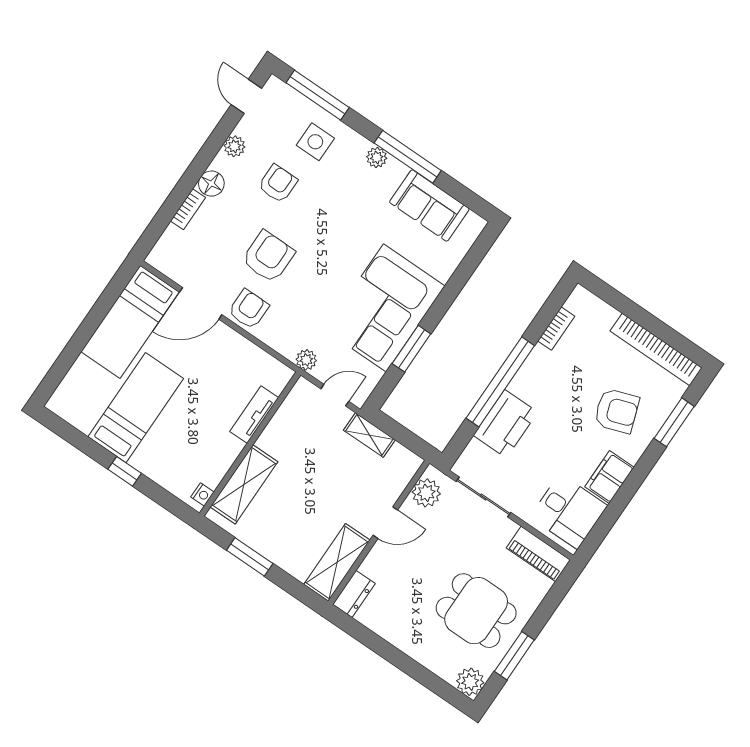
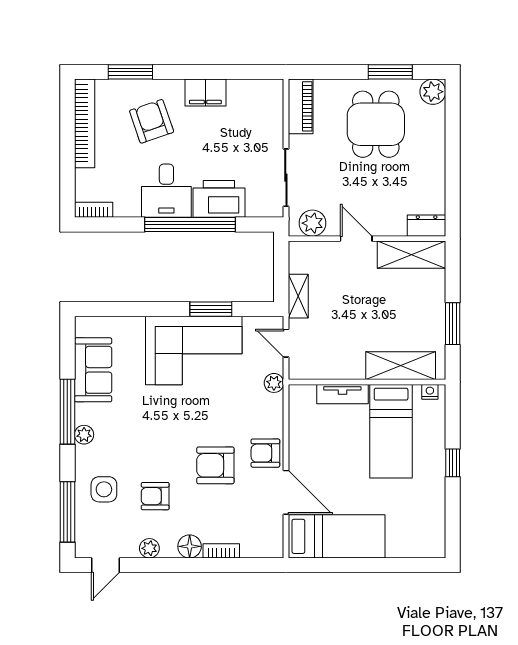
bookcase: (556, 329) -> (94, 210), moved
bed: (136, 408) -> (391, 431), moved, turned -90
desk: (569, 511) -> (166, 191), moved, turned 180

